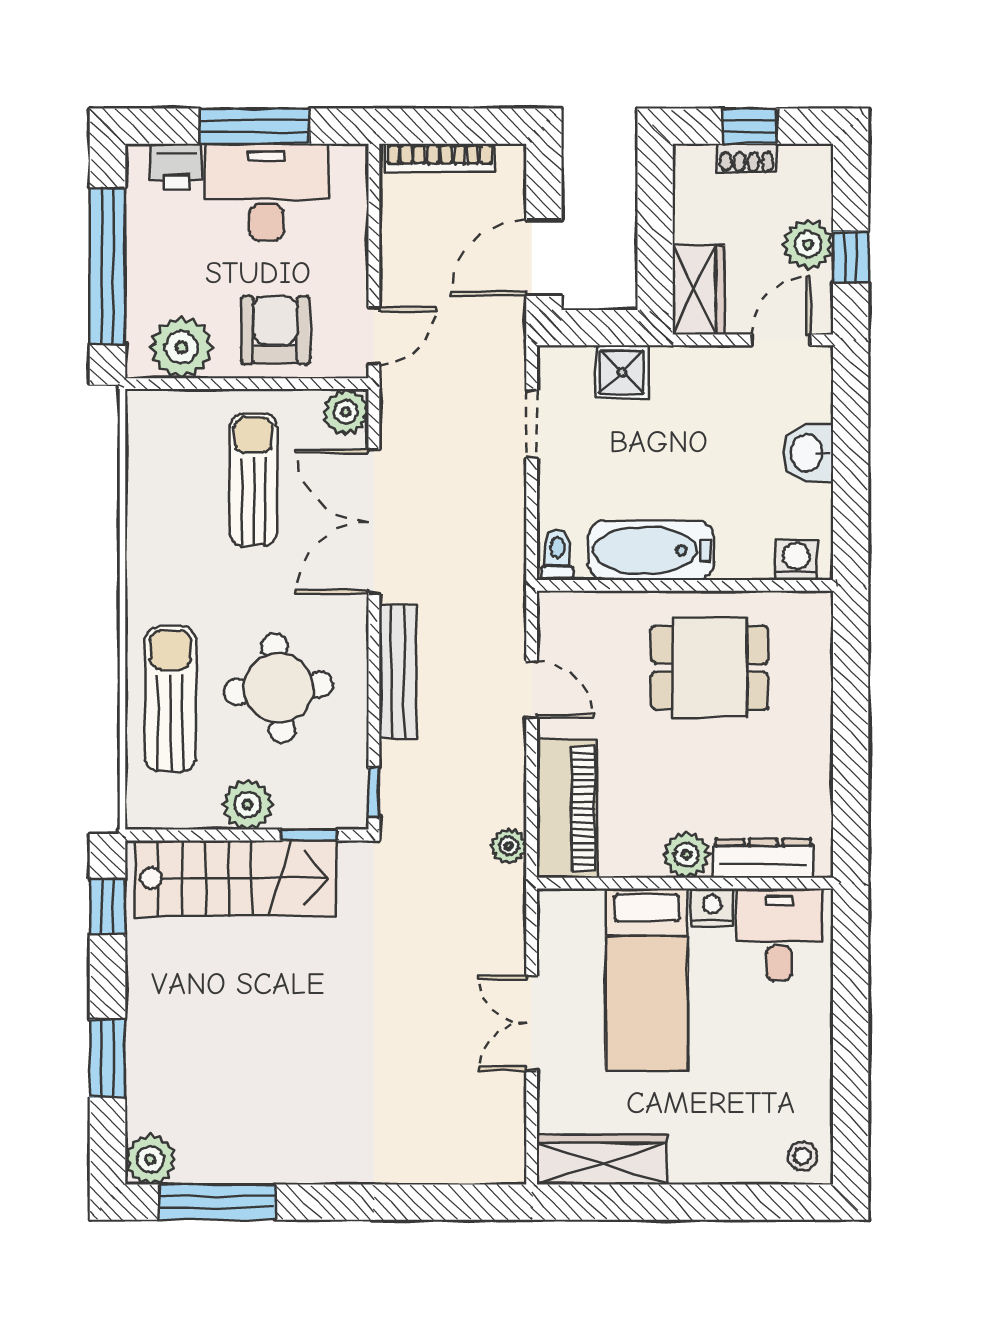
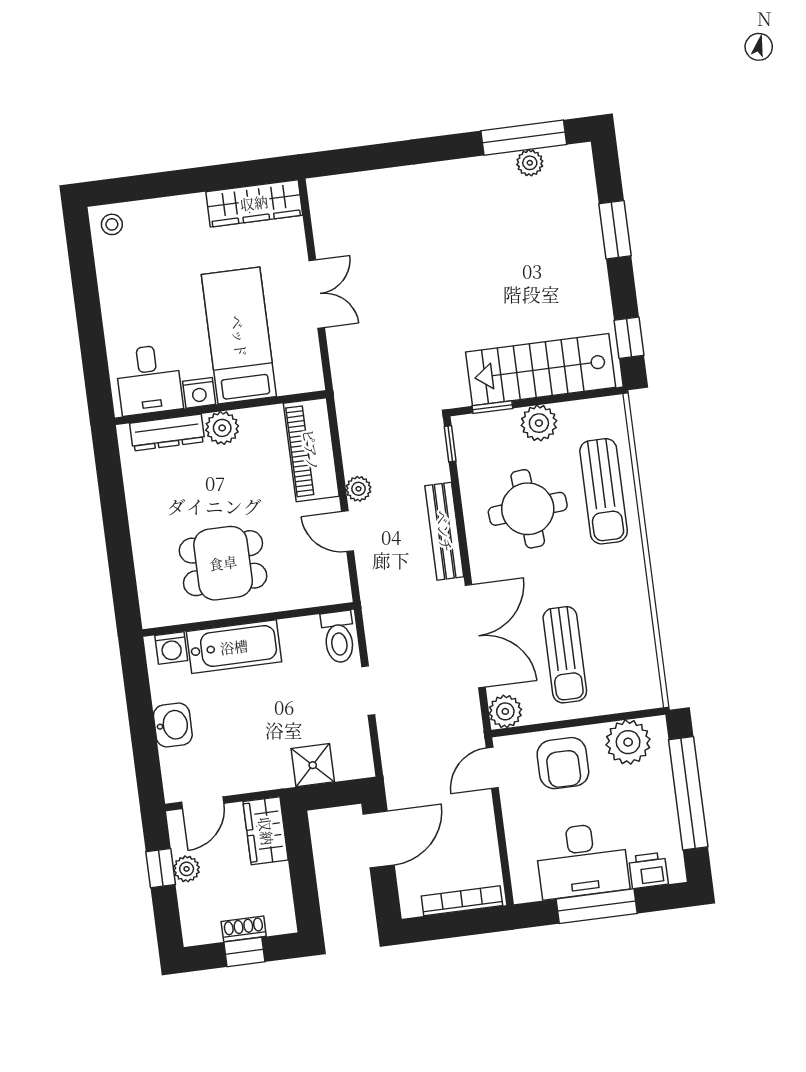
plant: (808, 244) -> (187, 869), width x0.73, depth x0.73
doorway: (532, 424) -> (368, 691), moved
bathtub: (651, 550) -> (234, 647), moved
toilet: (557, 555) -> (338, 637), width x1.37, depth x1.39
plant: (509, 846) -> (358, 489), moved
plant: (150, 1159) -> (530, 163), moved, width x0.73, depth x0.73

